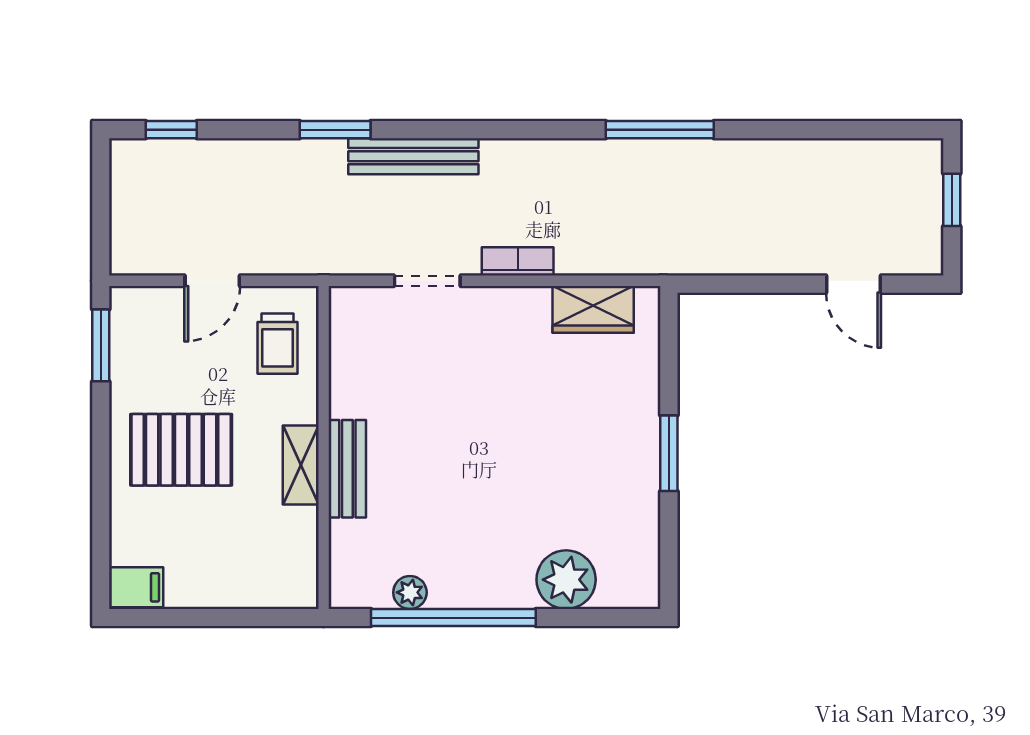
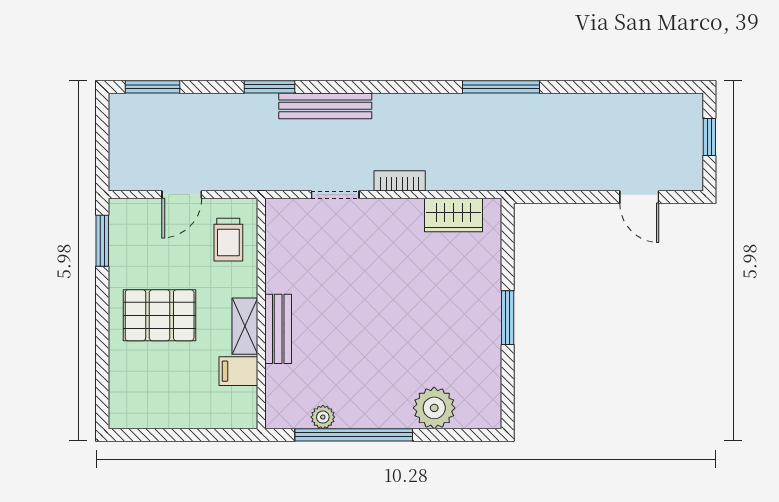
window: (171, 130) -> (153, 87), width x1.50
filing cabinet: (136, 587) -> (238, 371), moved, turned 180

